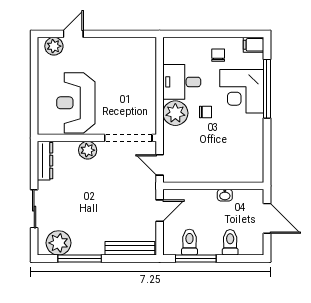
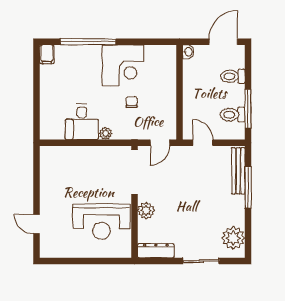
plant: (54, 46) -> (48, 242), removed
chair: (218, 55) -> (56, 88), removed
corner desk: (242, 91) -> (123, 65), moved
chair: (205, 112) -> (132, 102), moved
plant: (175, 113) -> (106, 133), width x0.53, depth x0.53
washbasin: (225, 195) -> (188, 52), moved
door: (267, 218) -> (223, 42), moved
window: (80, 259) -> (248, 187), moved

